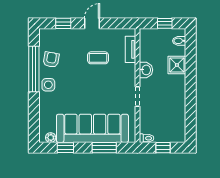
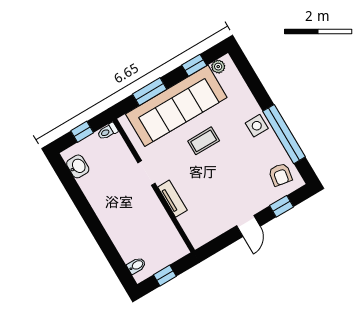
tv unit: (130, 49) -> (172, 199), moved
coffee table: (98, 58) -> (204, 141), moved
armchair: (51, 60) -> (280, 175), moved
shower: (177, 65) -> (123, 236), removed
washbasin: (146, 70) -> (78, 166), moved, turned 180

